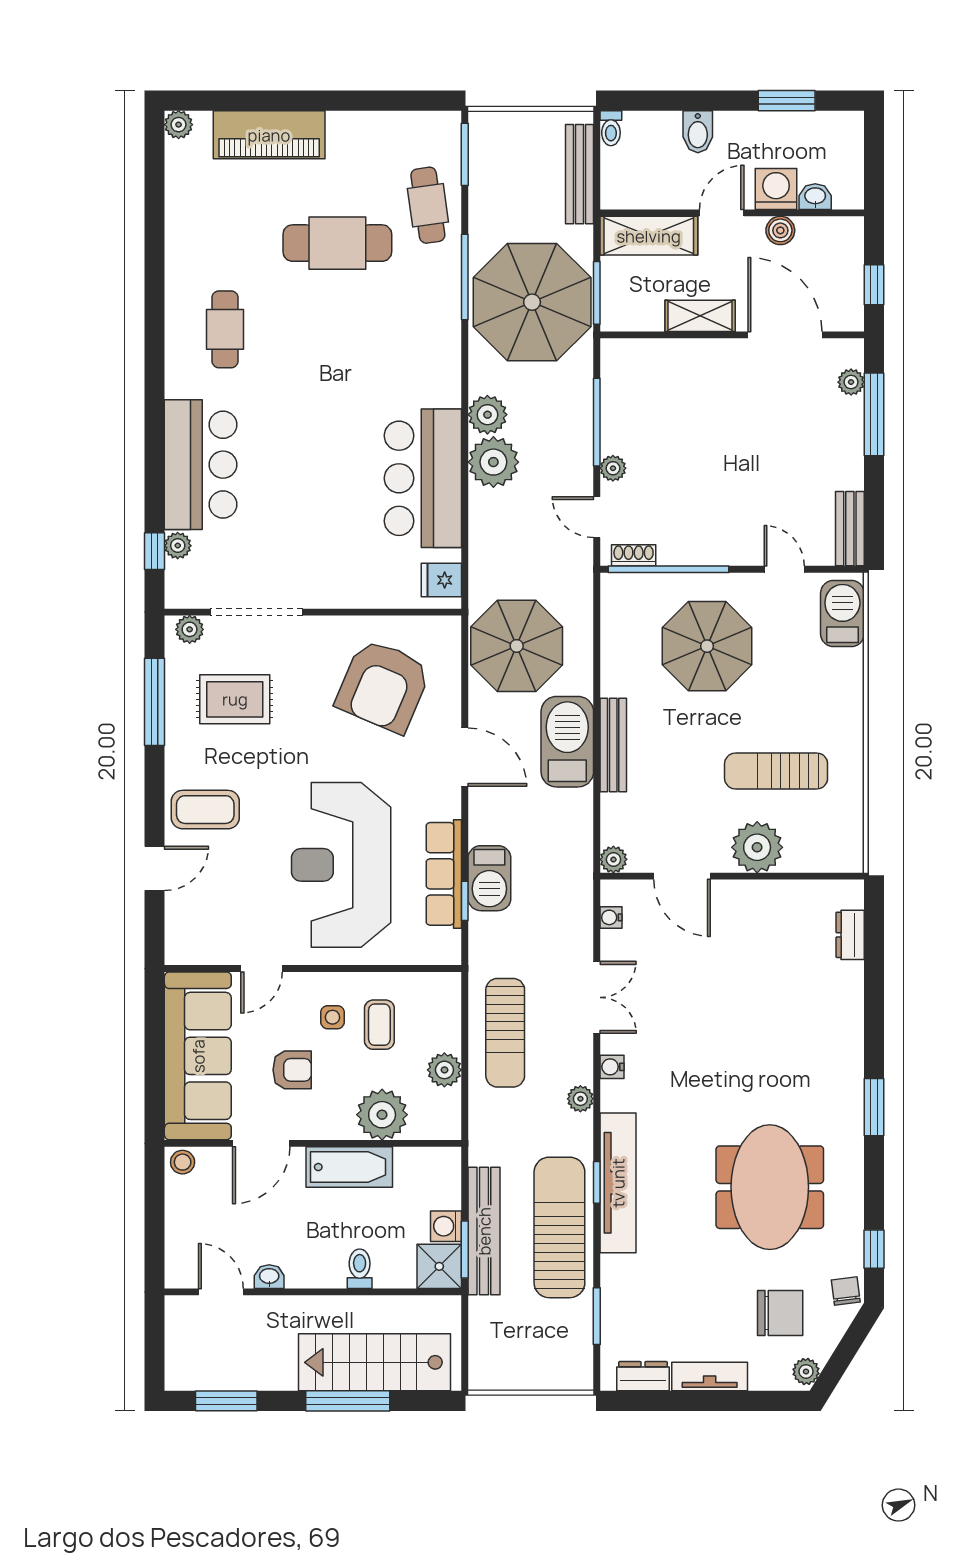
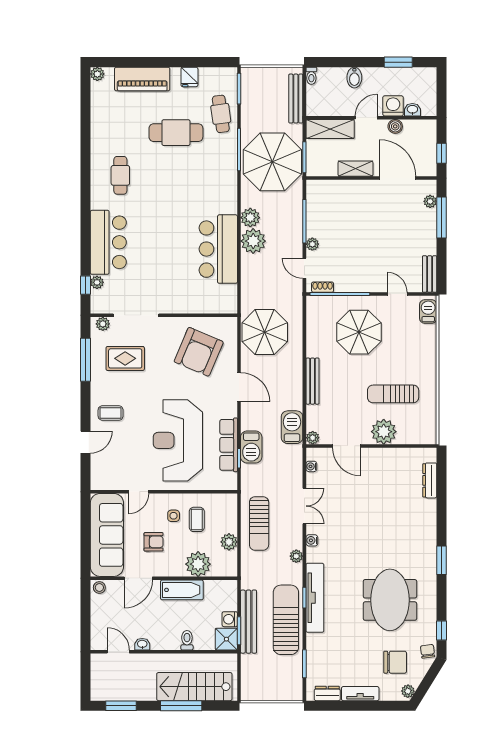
fridge: (441, 580) -> (189, 77), moved, turned -90
barbecue: (842, 614) -> (428, 311), width x0.73, depth x0.79
barbecue: (567, 742) -> (292, 427), moved, width x0.73, depth x0.83
coffee table: (205, 810) -> (111, 413), width x0.73, depth x0.77
dresser: (850, 935) -> (430, 480), width x1.44

